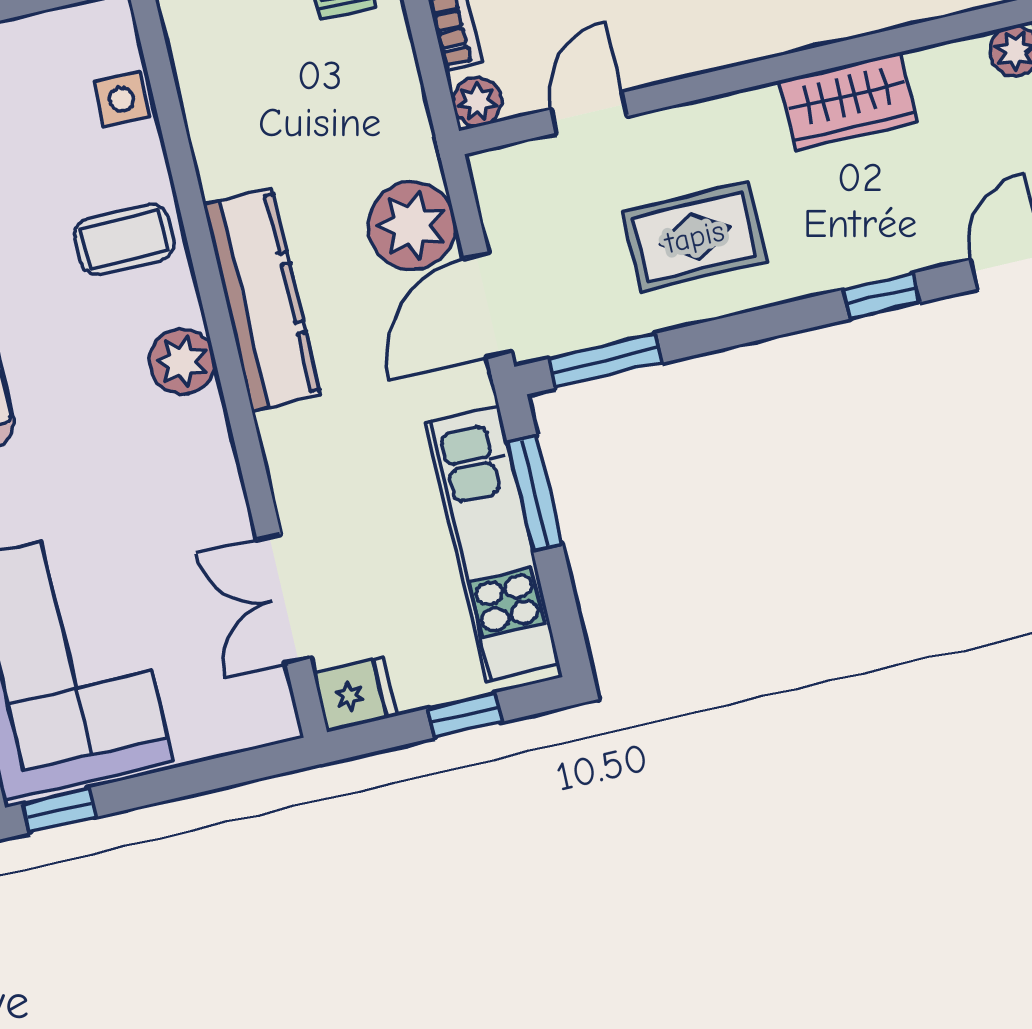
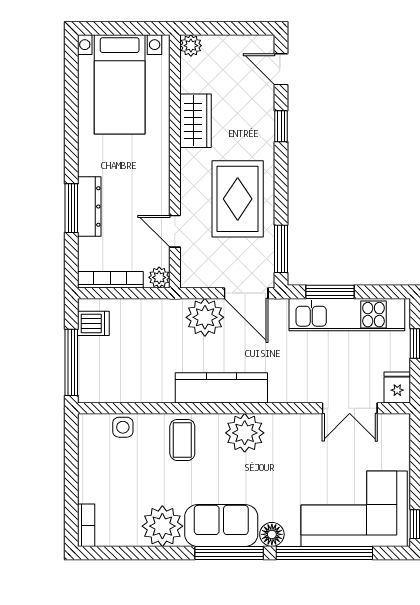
rug: (695, 237) -> (238, 199), width x1.36, depth x1.43
plant: (182, 362) -> (245, 433), width x1.36, depth x1.36

